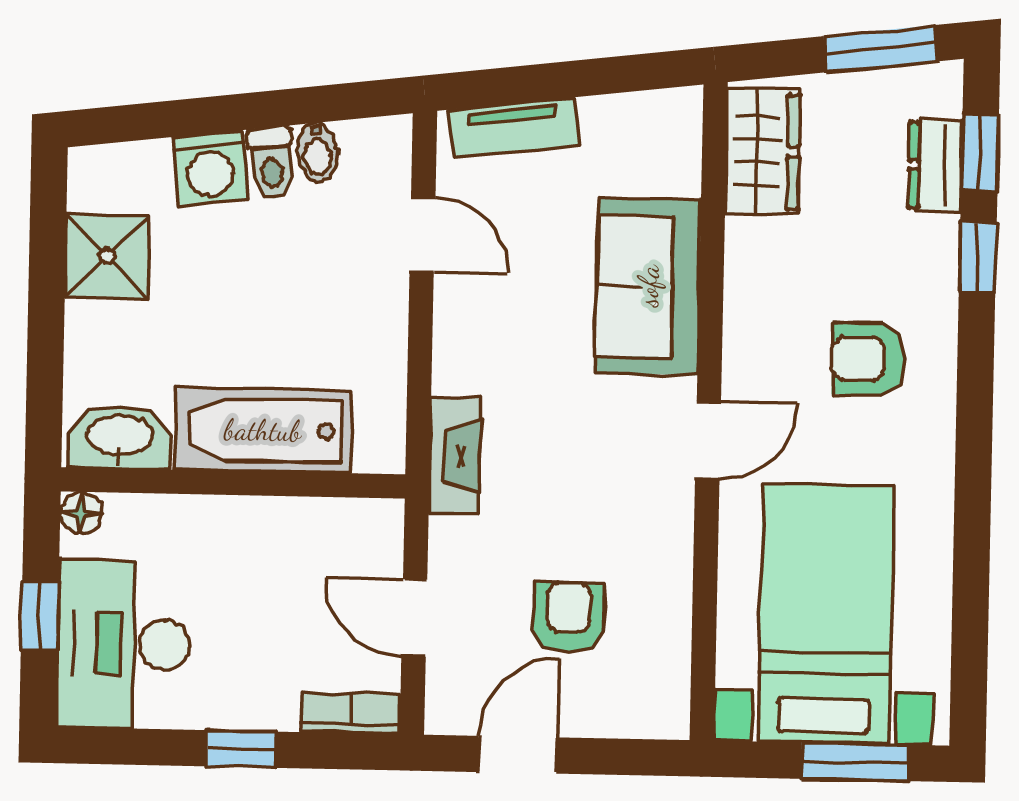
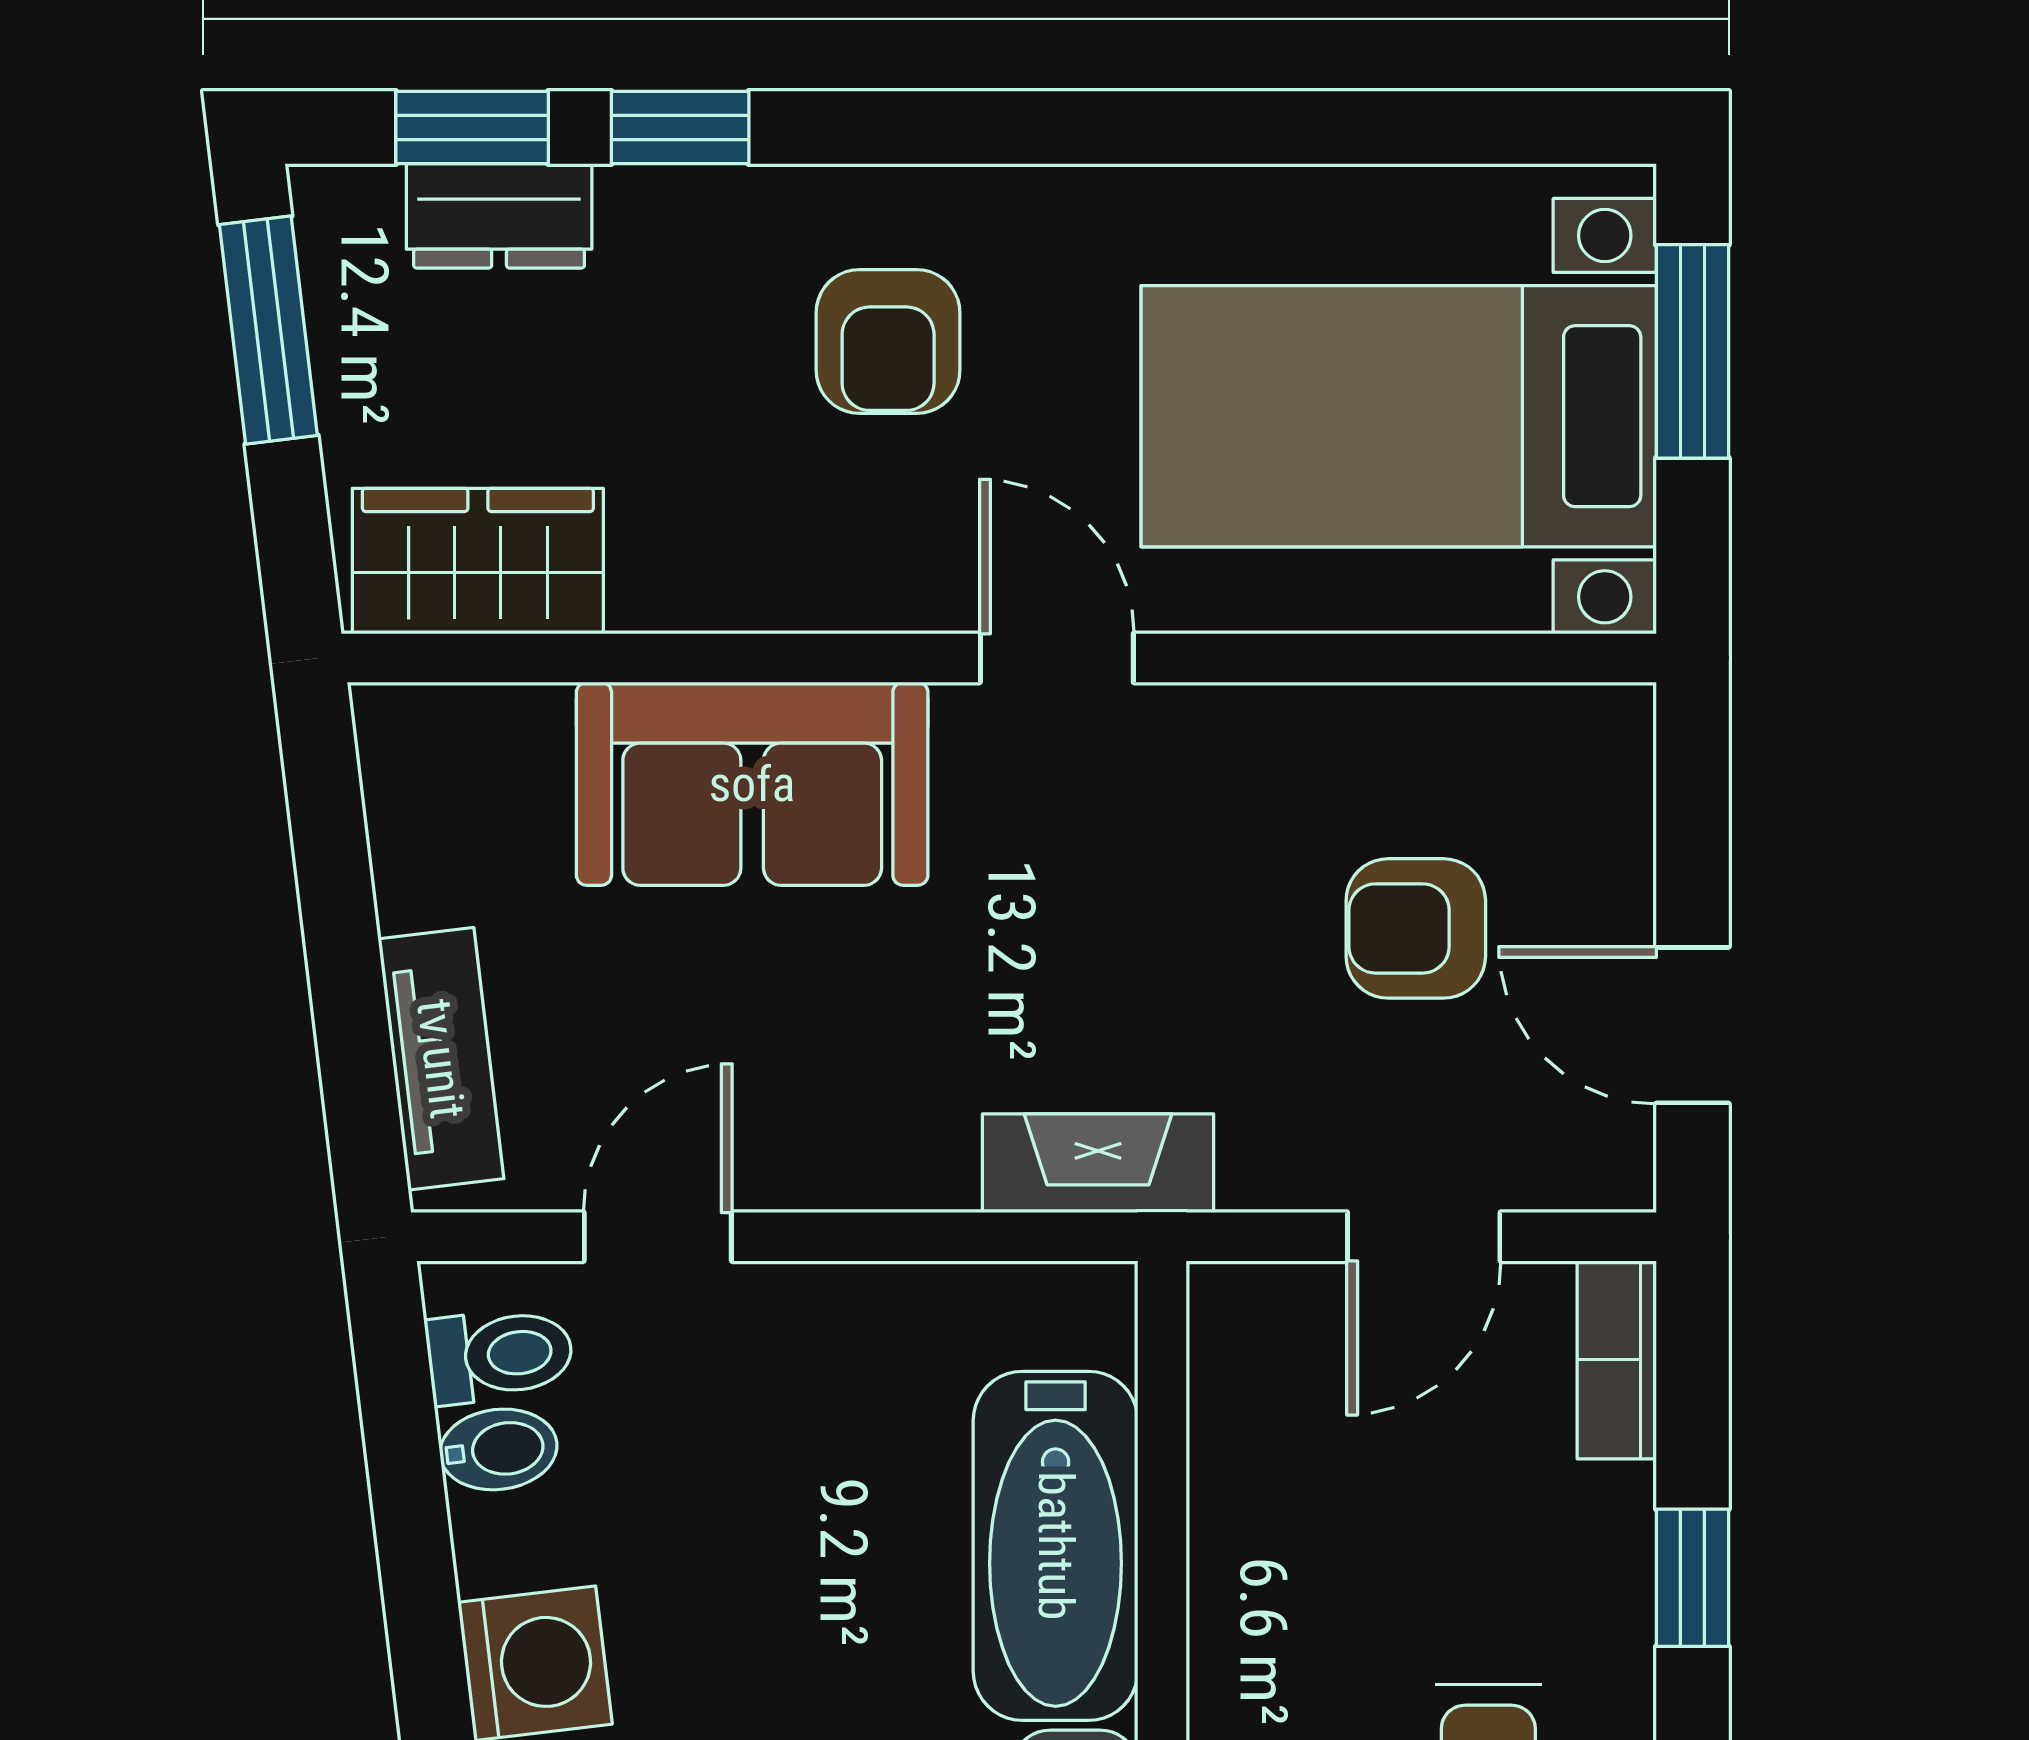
toilet: (271, 163) -> (500, 1355), moved

